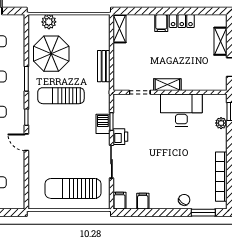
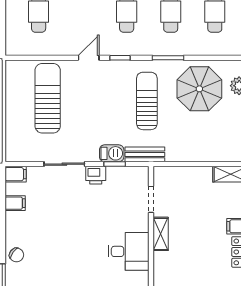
bench: (104, 66) -> (145, 154), moved
desk: (181, 110) -> (129, 251), width x0.73
sun lounger: (73, 188) -> (48, 98), moved

